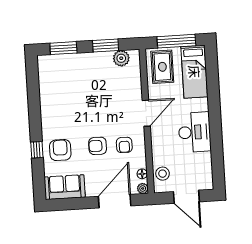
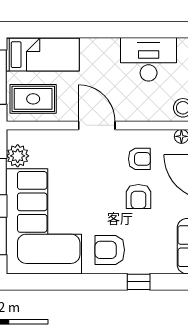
corner sofa: (76, 80) -> (44, 221), added
desk: (195, 132) -> (149, 59), moved
armchair: (60, 150) -> (110, 250), moved

